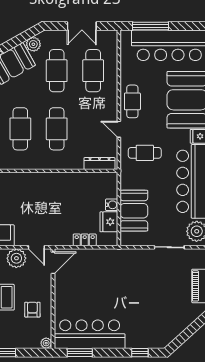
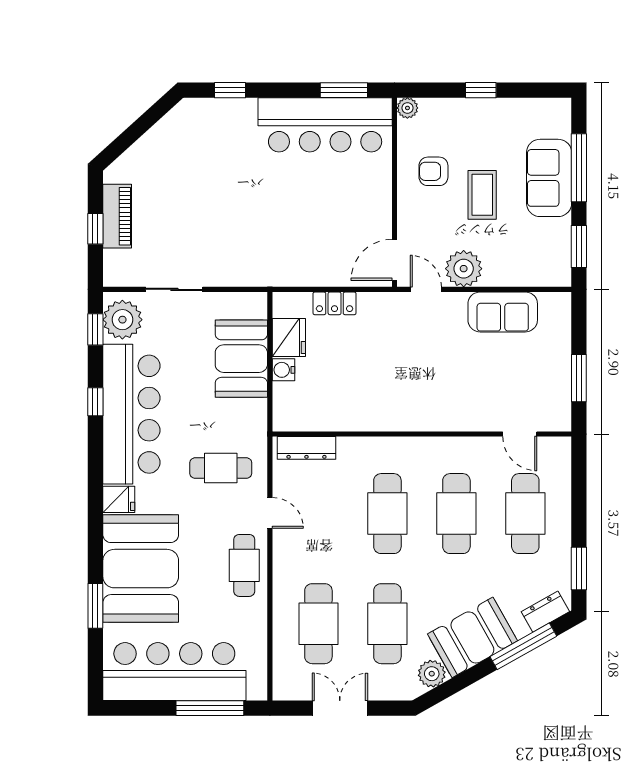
armchair: (32, 310) -> (433, 171), turned 90

